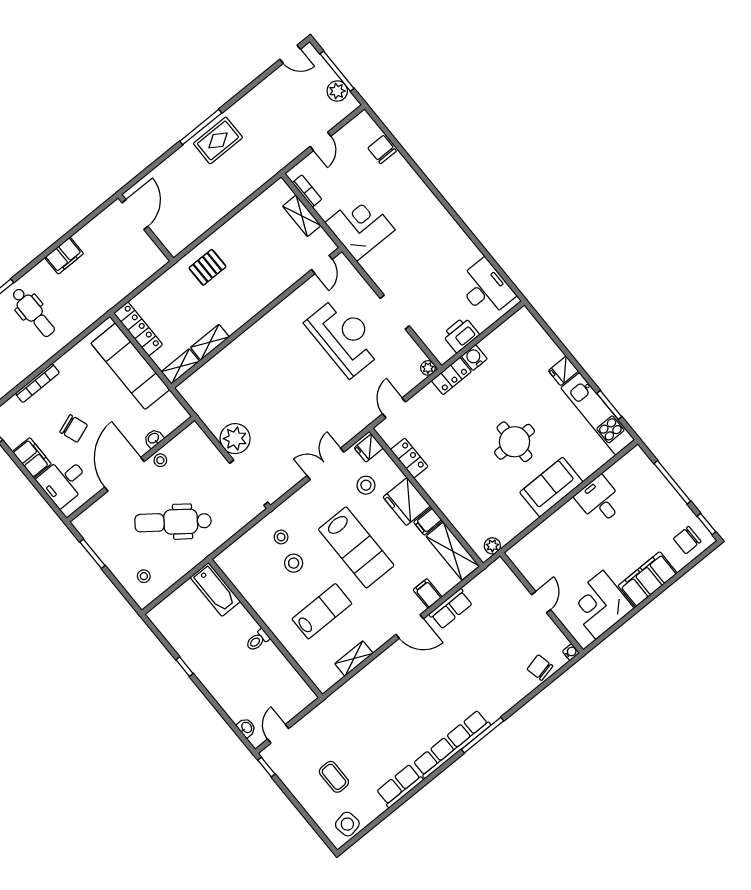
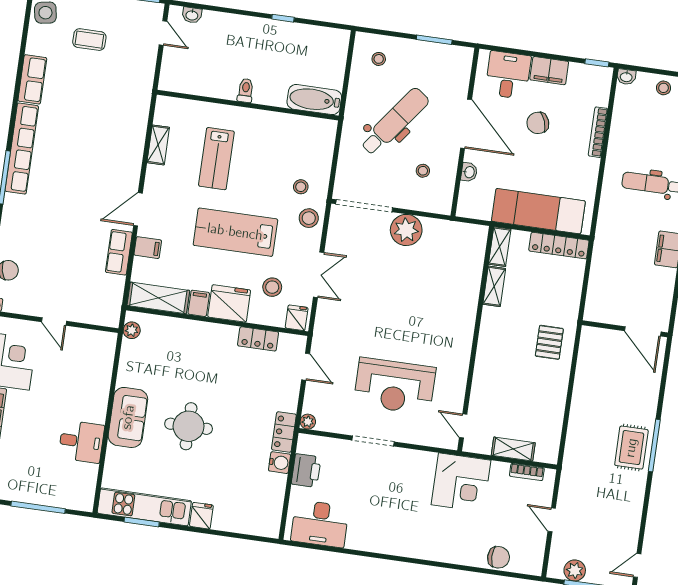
stool: (160, 460) -> (423, 171), moved
stool: (294, 563) -> (309, 218), moved

